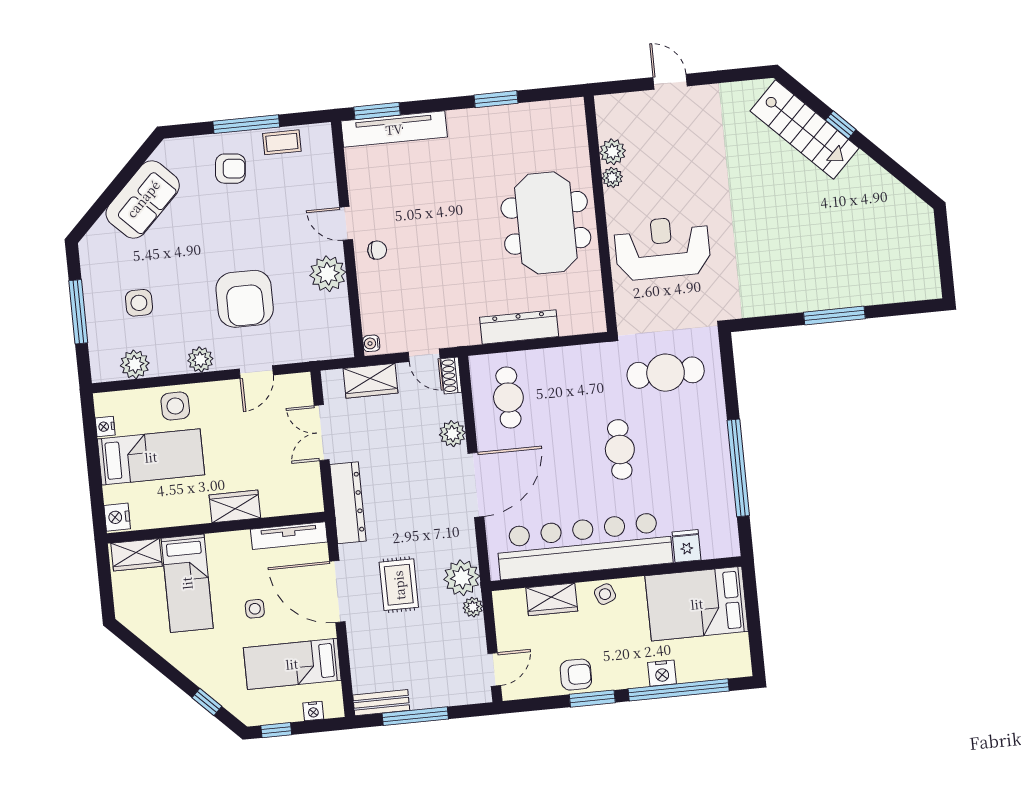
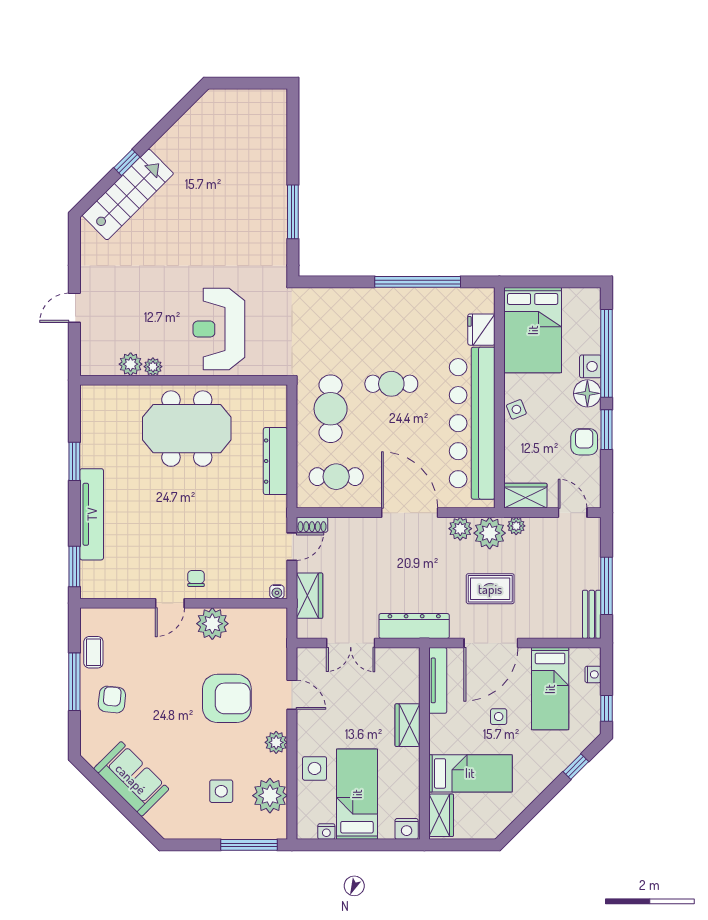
tv unit: (394, 129) -> (92, 514), moved
window: (78, 312) -> (249, 845), moved
window: (834, 316) -> (293, 212), moved
plant: (135, 364) -> (270, 796), width x1.36, depth x1.36
cafe table: (666, 373) -> (331, 409), moved
plant: (452, 434) -> (460, 529), moved
fridge: (687, 546) -> (481, 330), width x1.38
wardrobe: (552, 599) -> (525, 496), moved, turned -90
floor lamp: (631, 673) -> (587, 393), added

